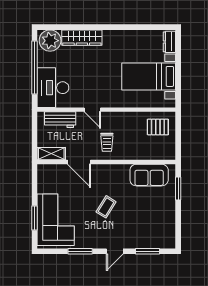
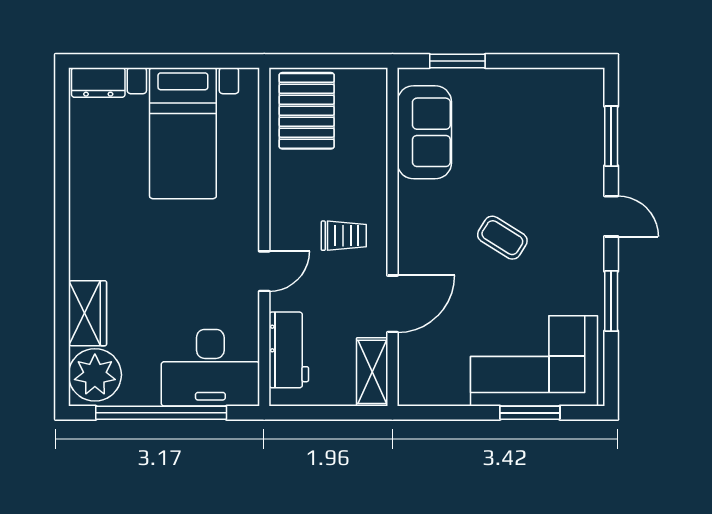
wardrobe: (82, 38) -> (88, 313), width x0.67
pallet: (158, 127) -> (307, 111), width x1.50, depth x1.42

